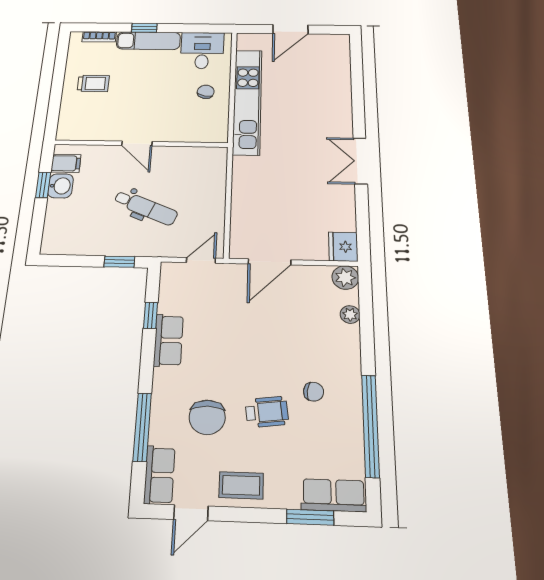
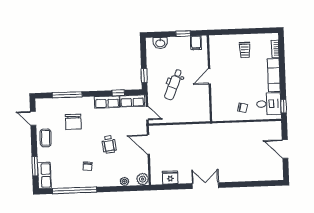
window: (144, 28) -> (284, 106), moved
kitchen unit: (247, 101) -> (238, 129), removed
washbasin: (60, 186) -> (160, 43), moved
fridge: (343, 247) -> (170, 178), moved
wheelchair: (267, 412) -> (109, 144), moved
chair: (207, 417) -> (73, 122), turned -90
row of seats: (159, 475) -> (132, 101), moved

